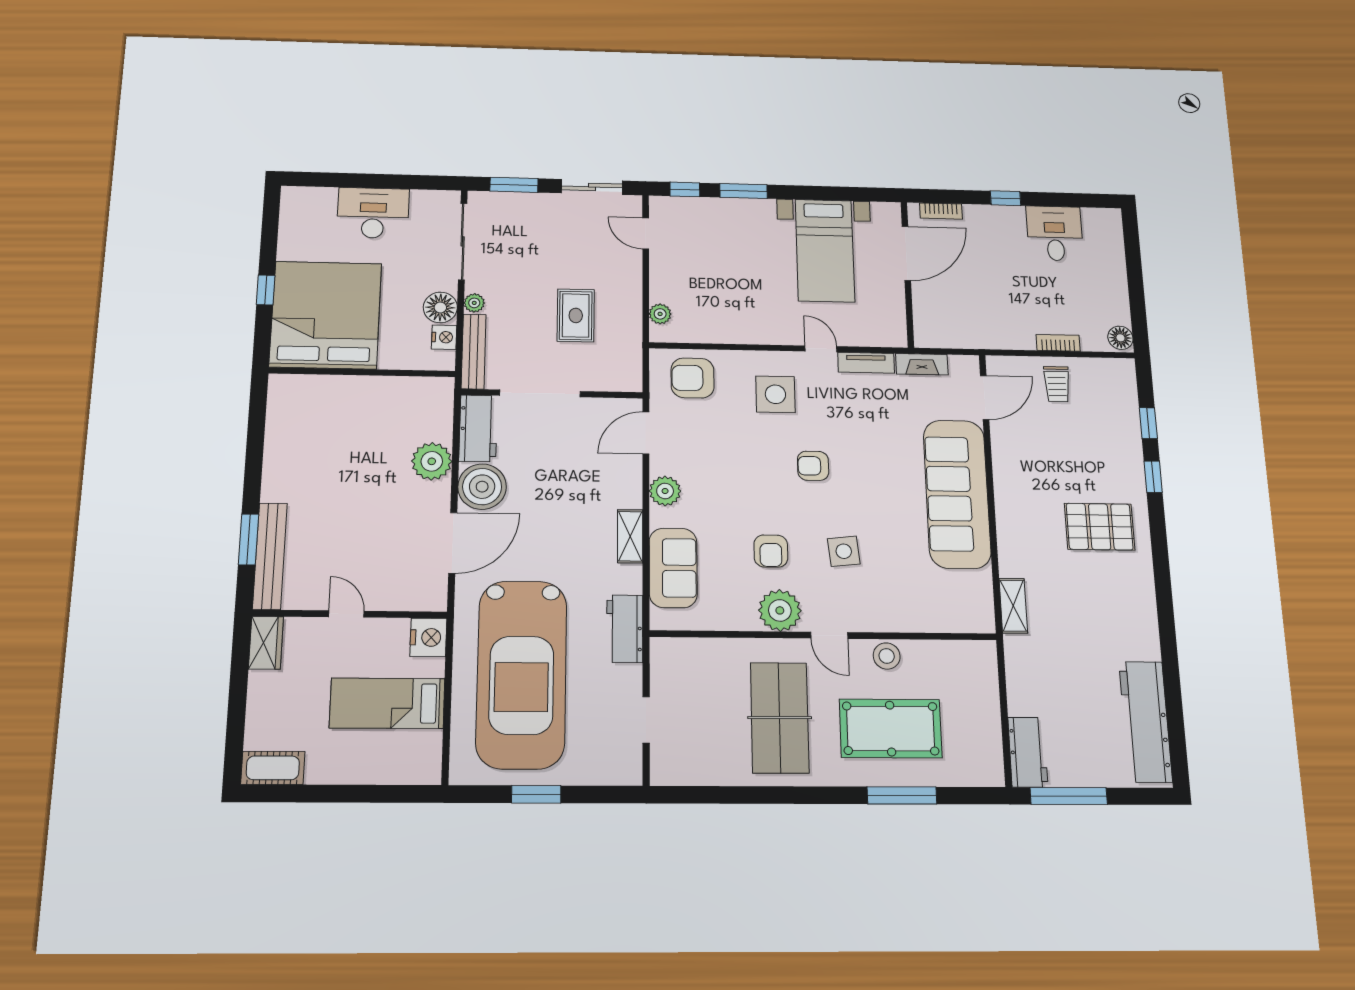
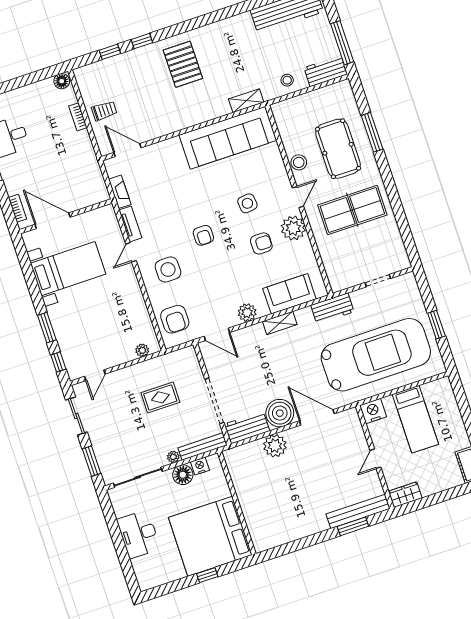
sofa: (957, 494) -> (228, 138), moved
stool: (1029, 683) -> (287, 80), added

